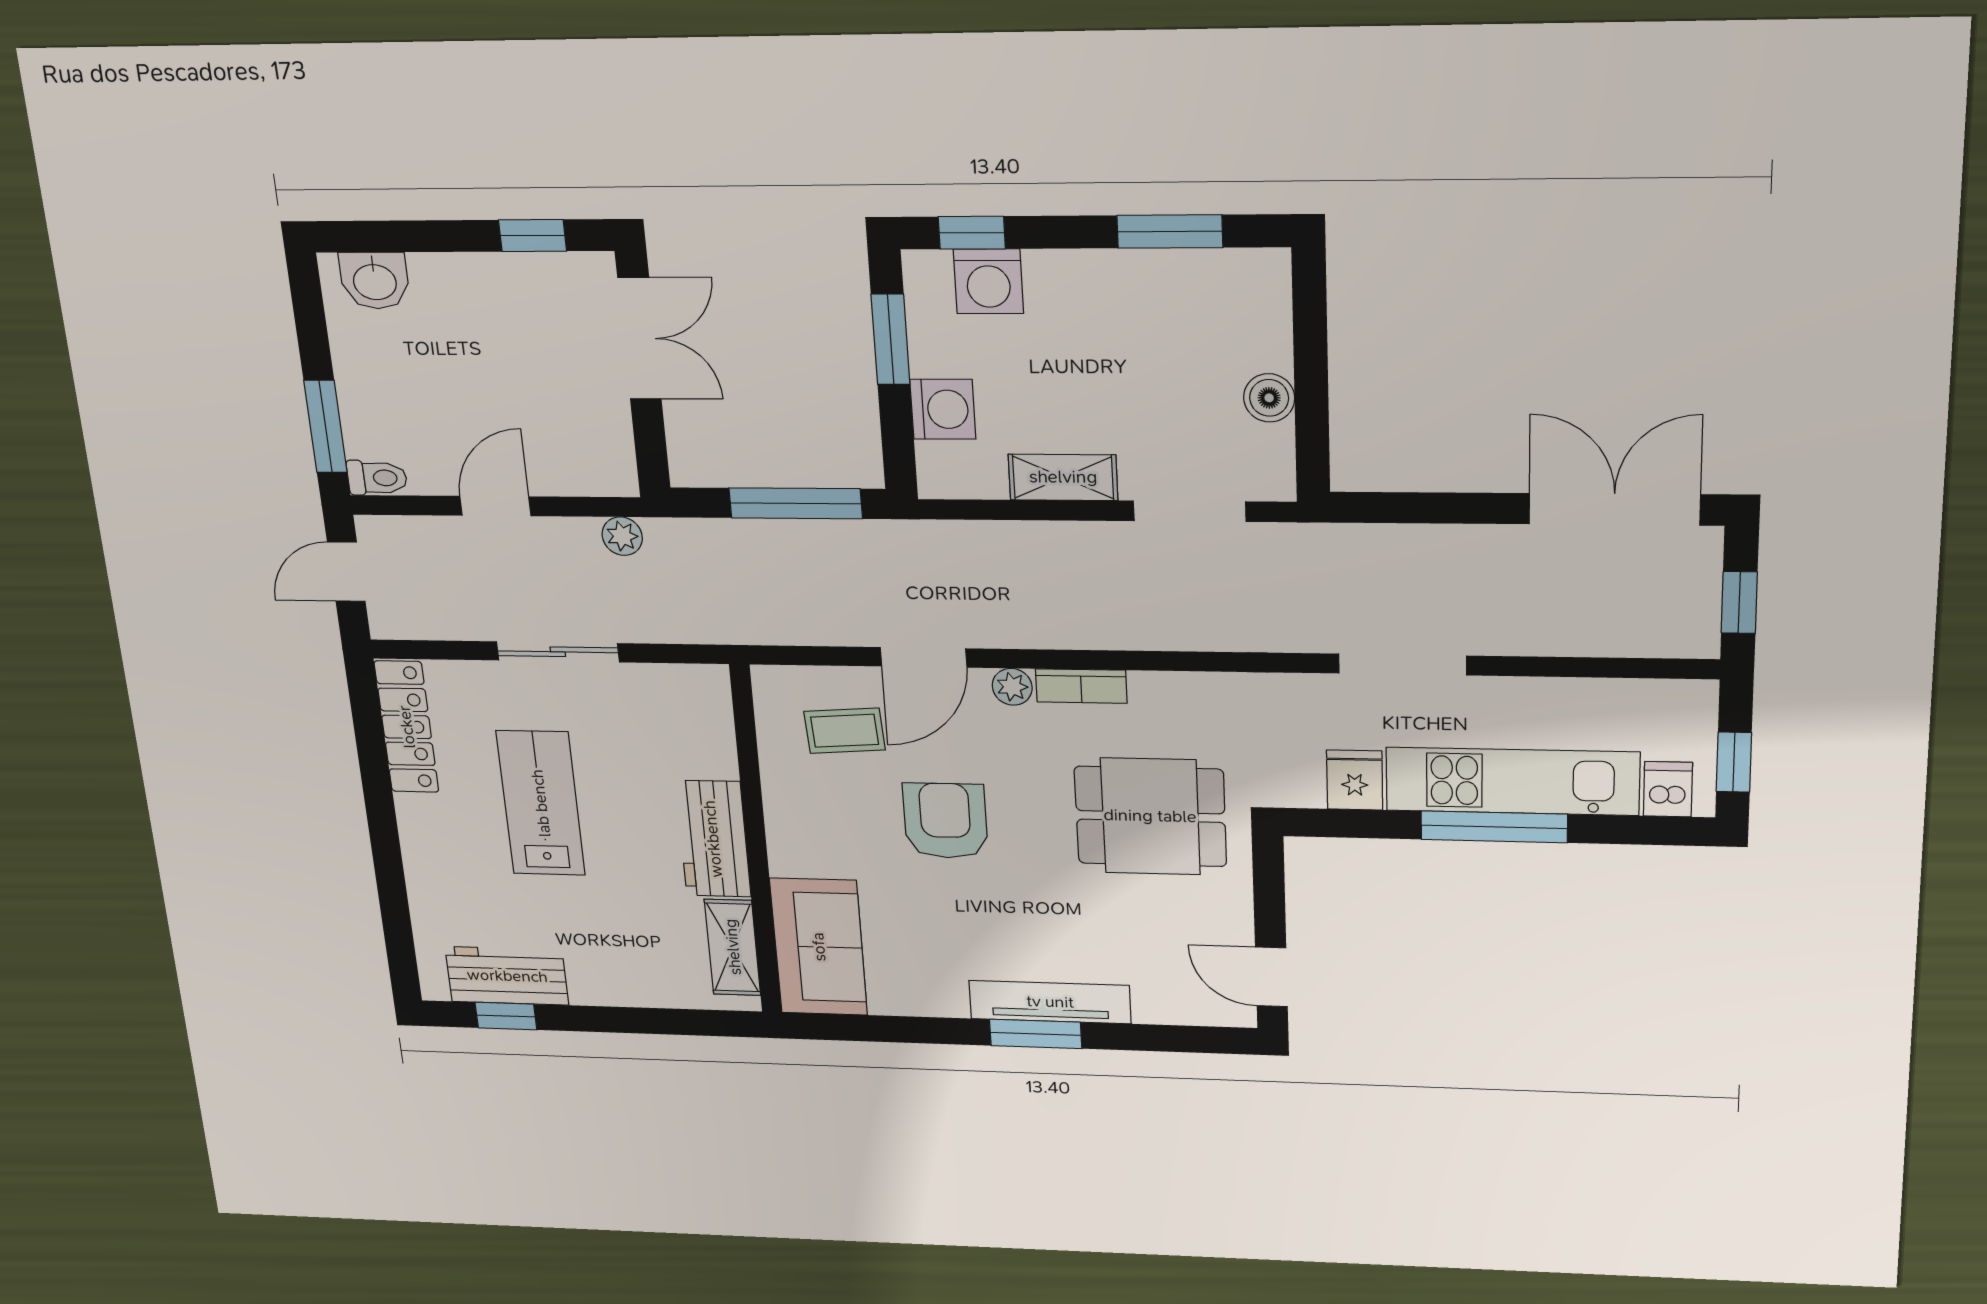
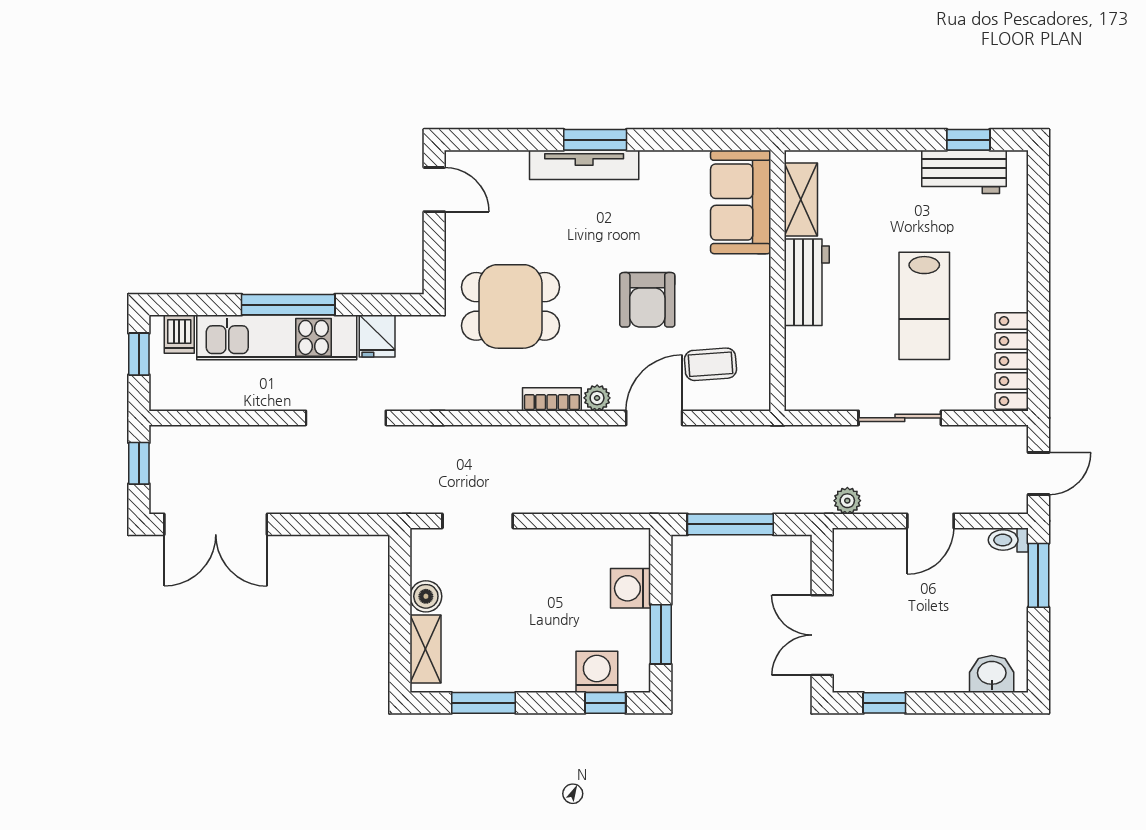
shelving: (1063, 477) -> (426, 649), moved, turned 90

